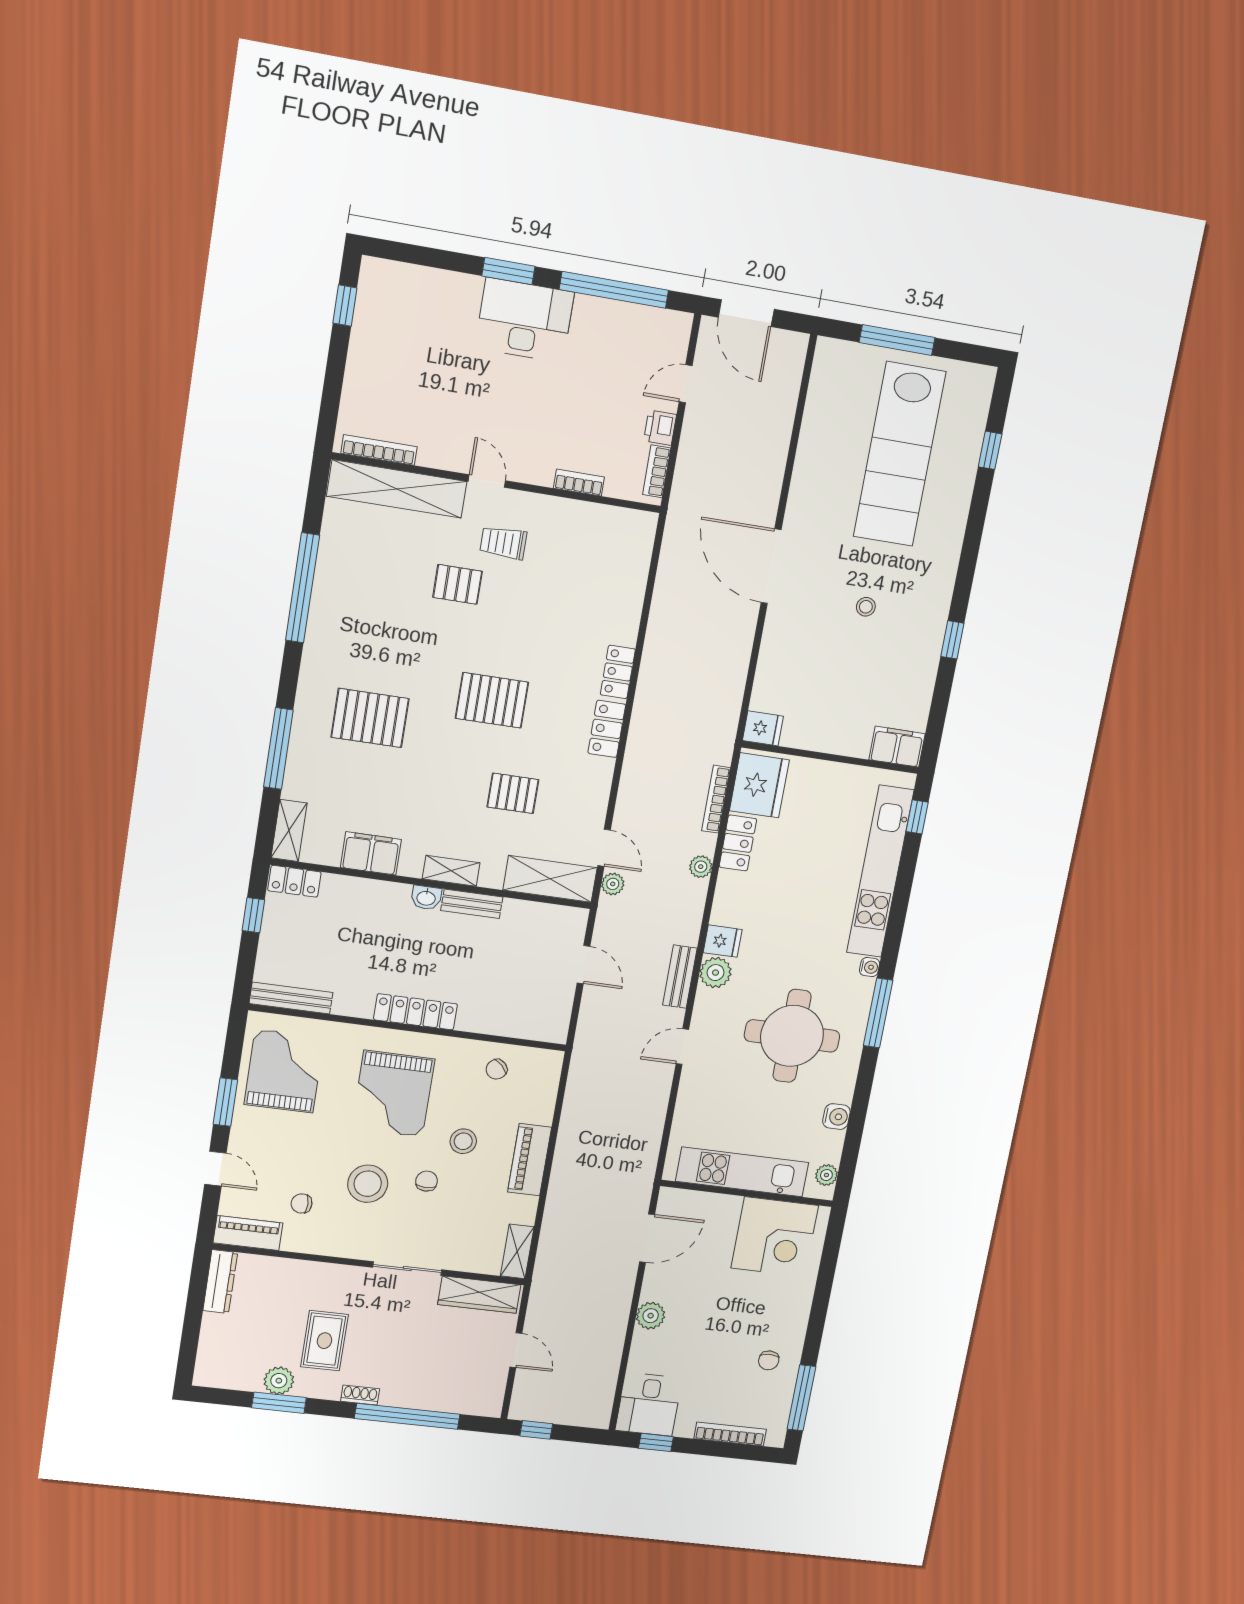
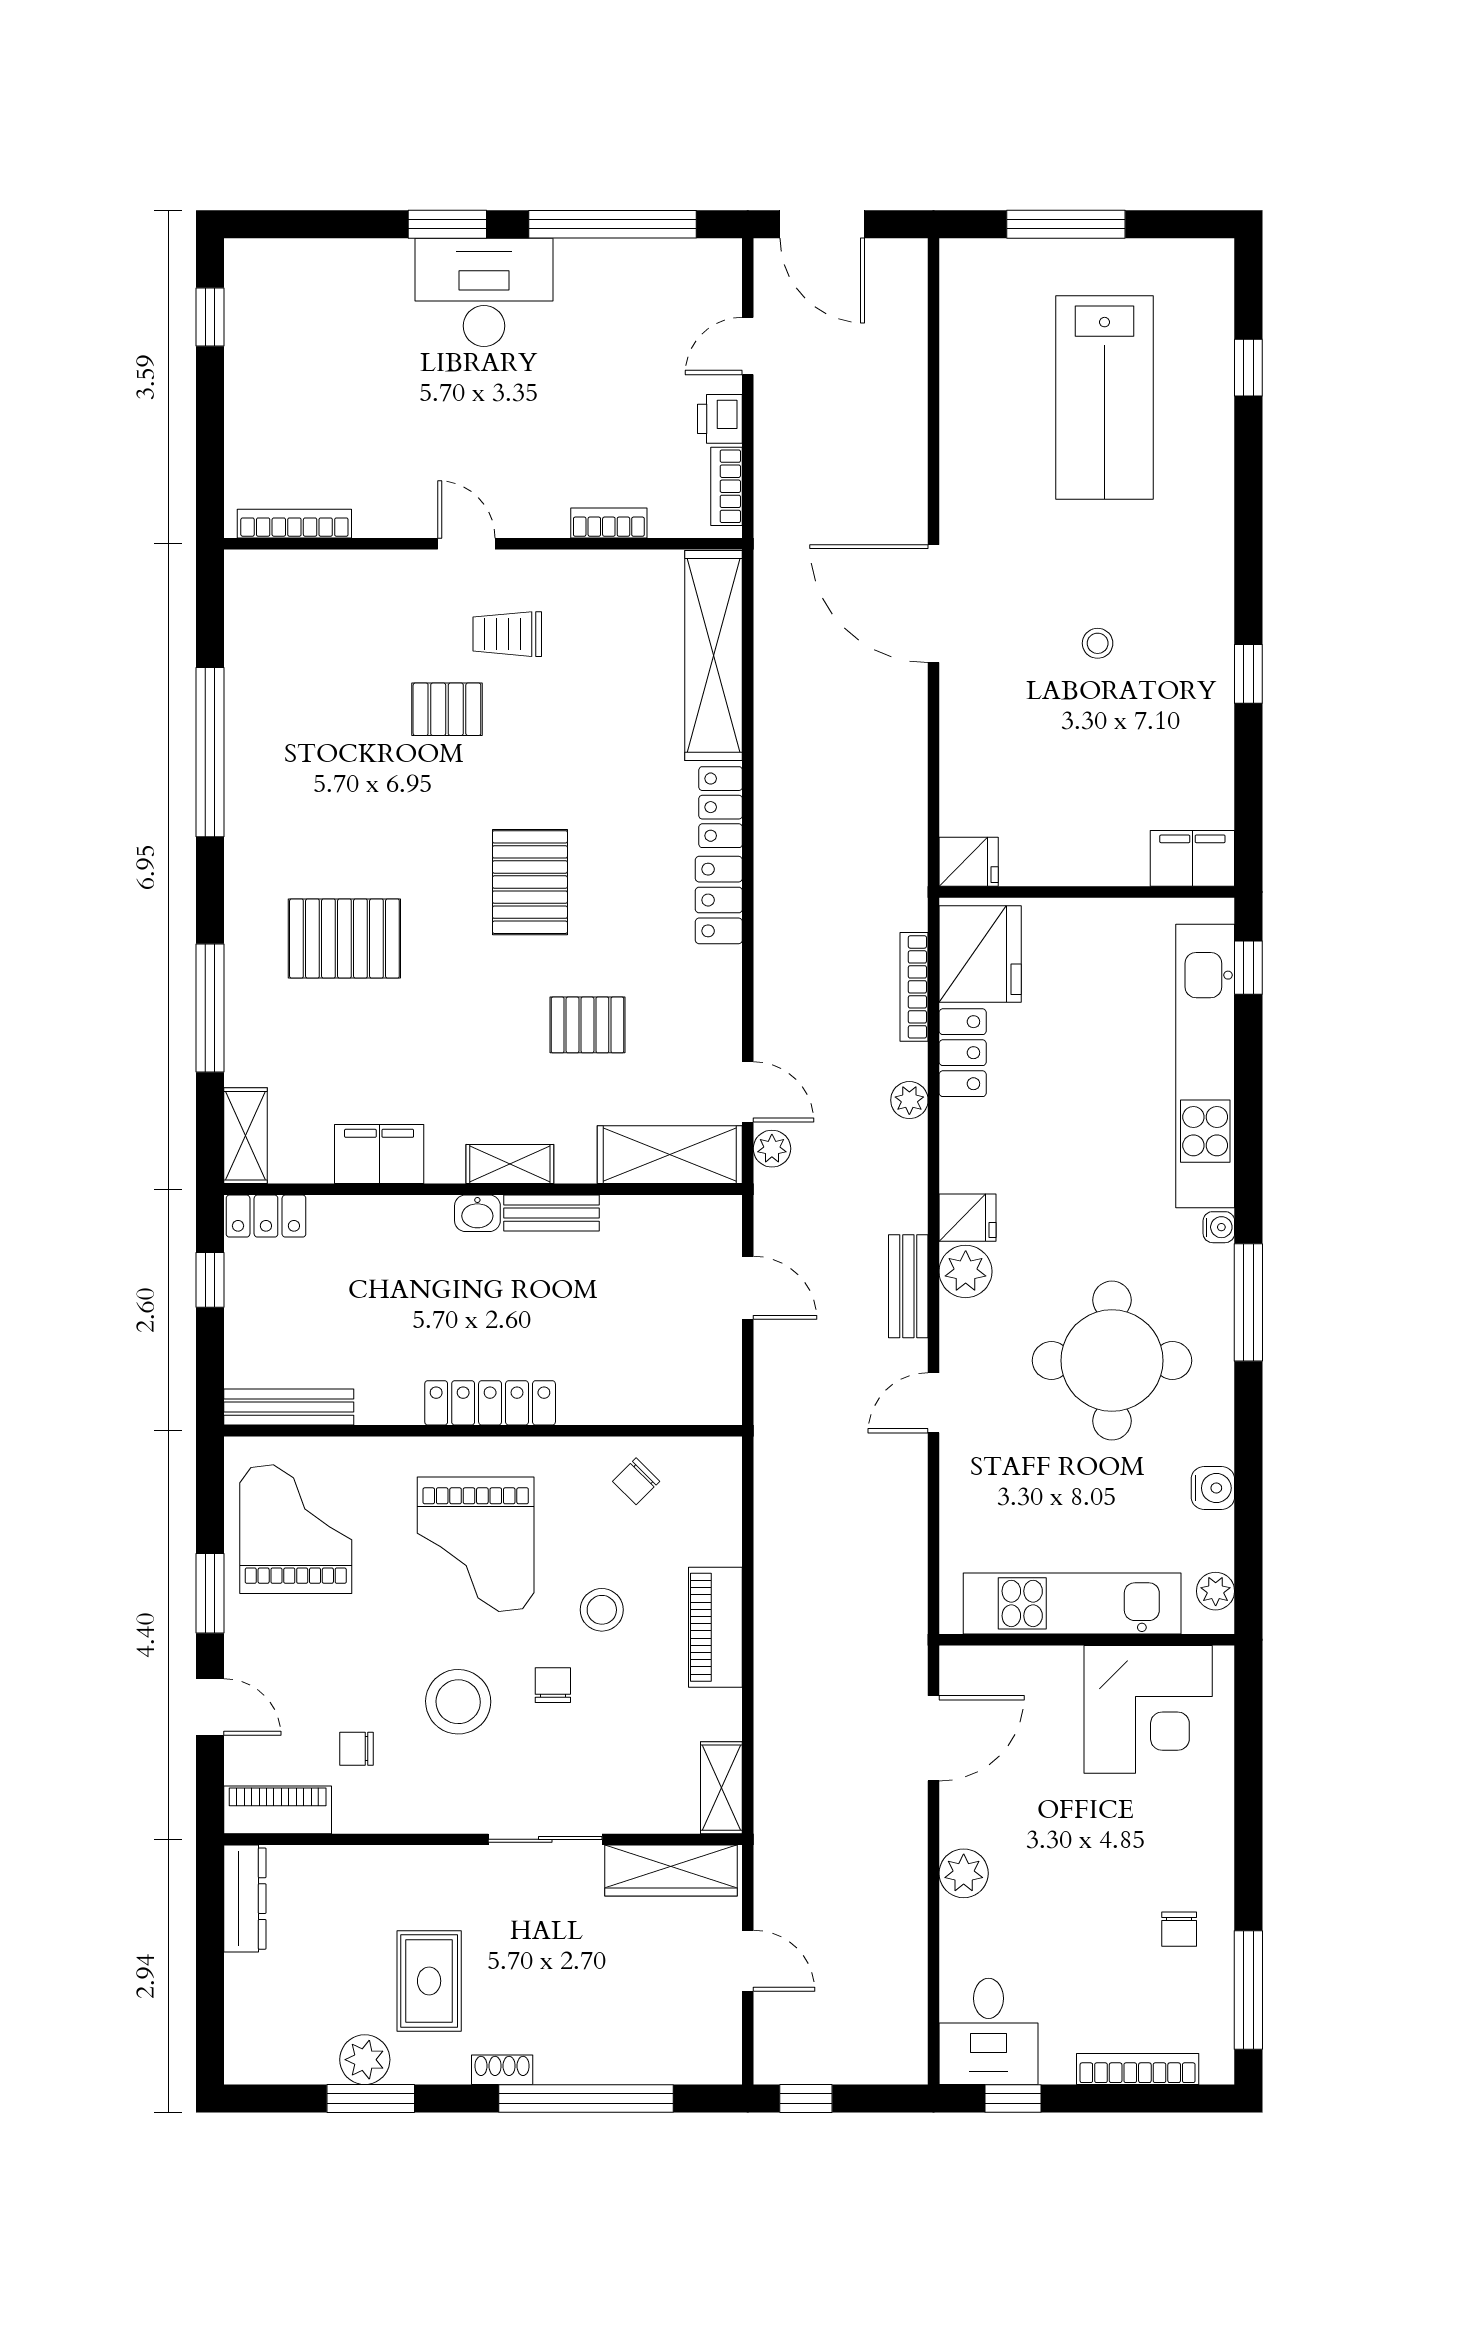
lab bench: (899, 454) -> (1105, 398), width x0.73
shelving: (397, 489) -> (714, 655), moved, turned 90
pallet: (492, 700) -> (530, 882), turned 90

